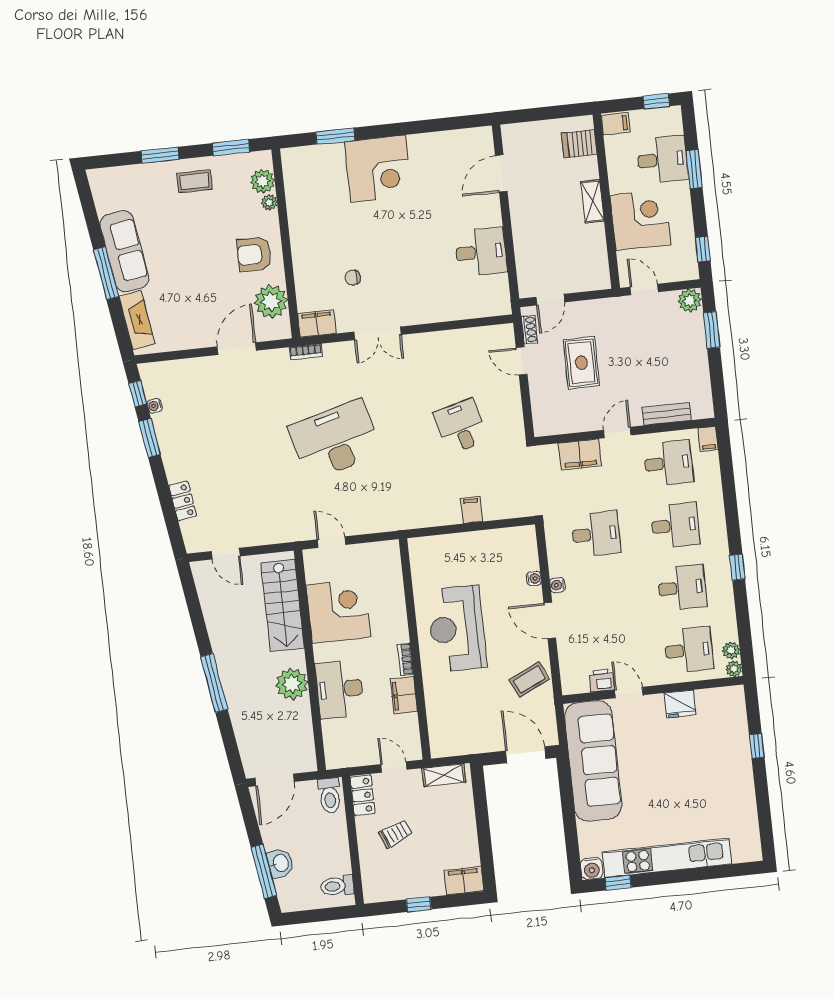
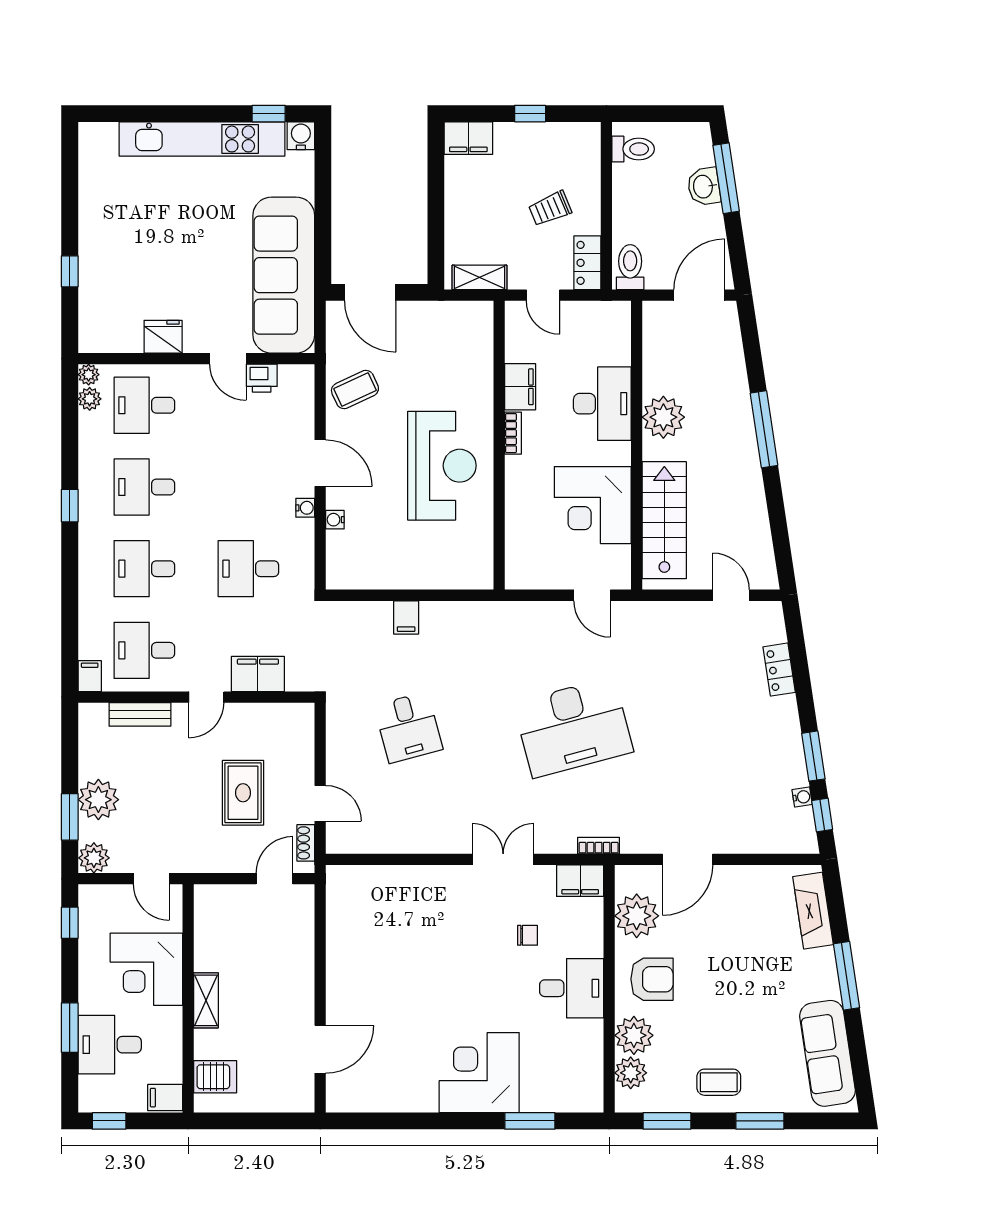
plant: (269, 202) -> (634, 1035), width x1.87, depth x1.87
sofa: (124, 251) -> (827, 1053), moved
desk: (481, 252) -> (572, 988), moved, turned 180
plant: (691, 345) -> (98, 800), added

